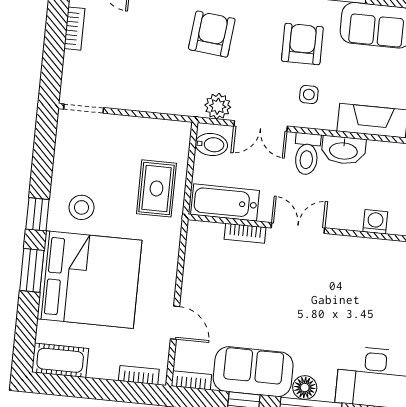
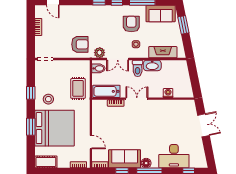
armchair: (212, 34) -> (80, 44), moved, turned 84
window: (37, 214) -> (31, 93), moved

